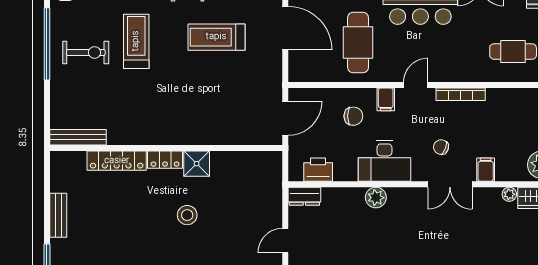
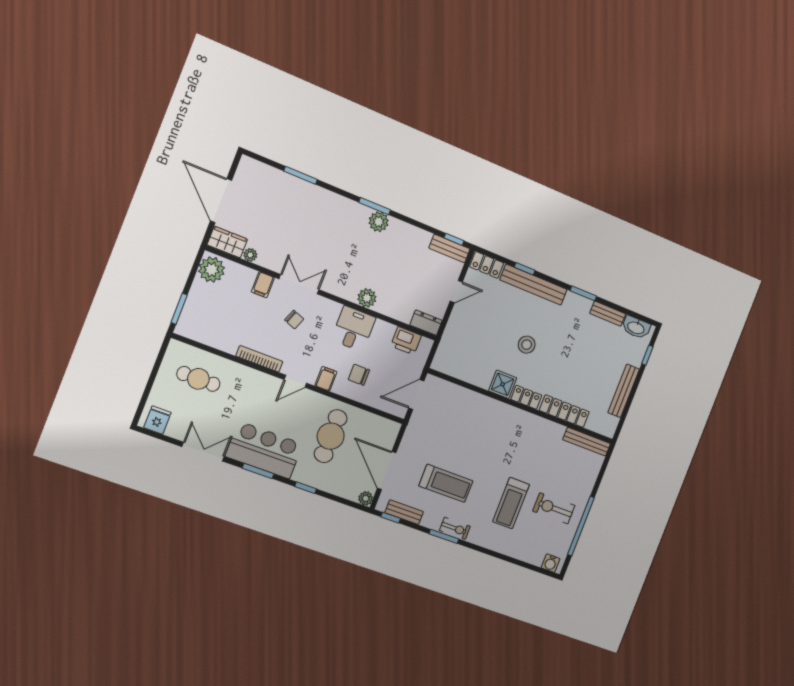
desk: (384, 161) -> (353, 329), width x0.73
bench: (58, 215) -> (624, 391), width x1.36

